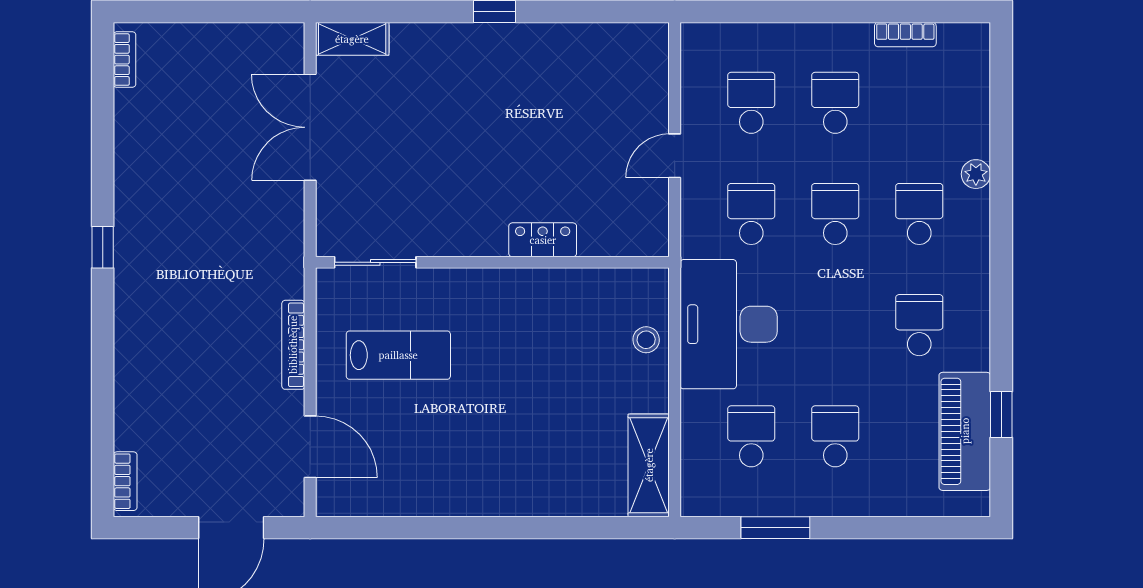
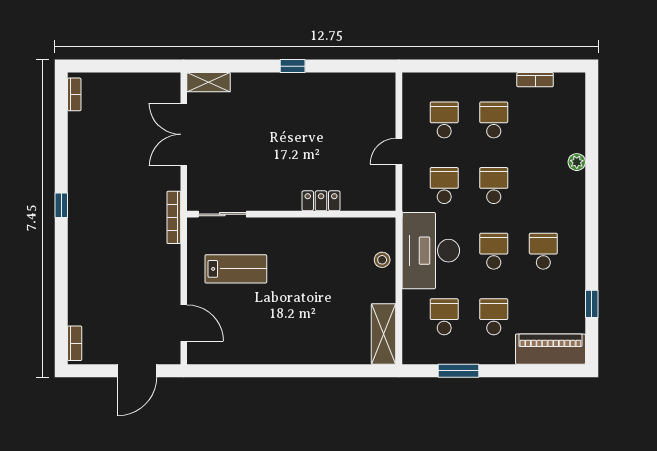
school desk: (919, 214) -> (494, 251), moved
bookcase: (293, 345) -> (174, 217), moved
piano: (965, 431) -> (550, 349), moved, turned 90

